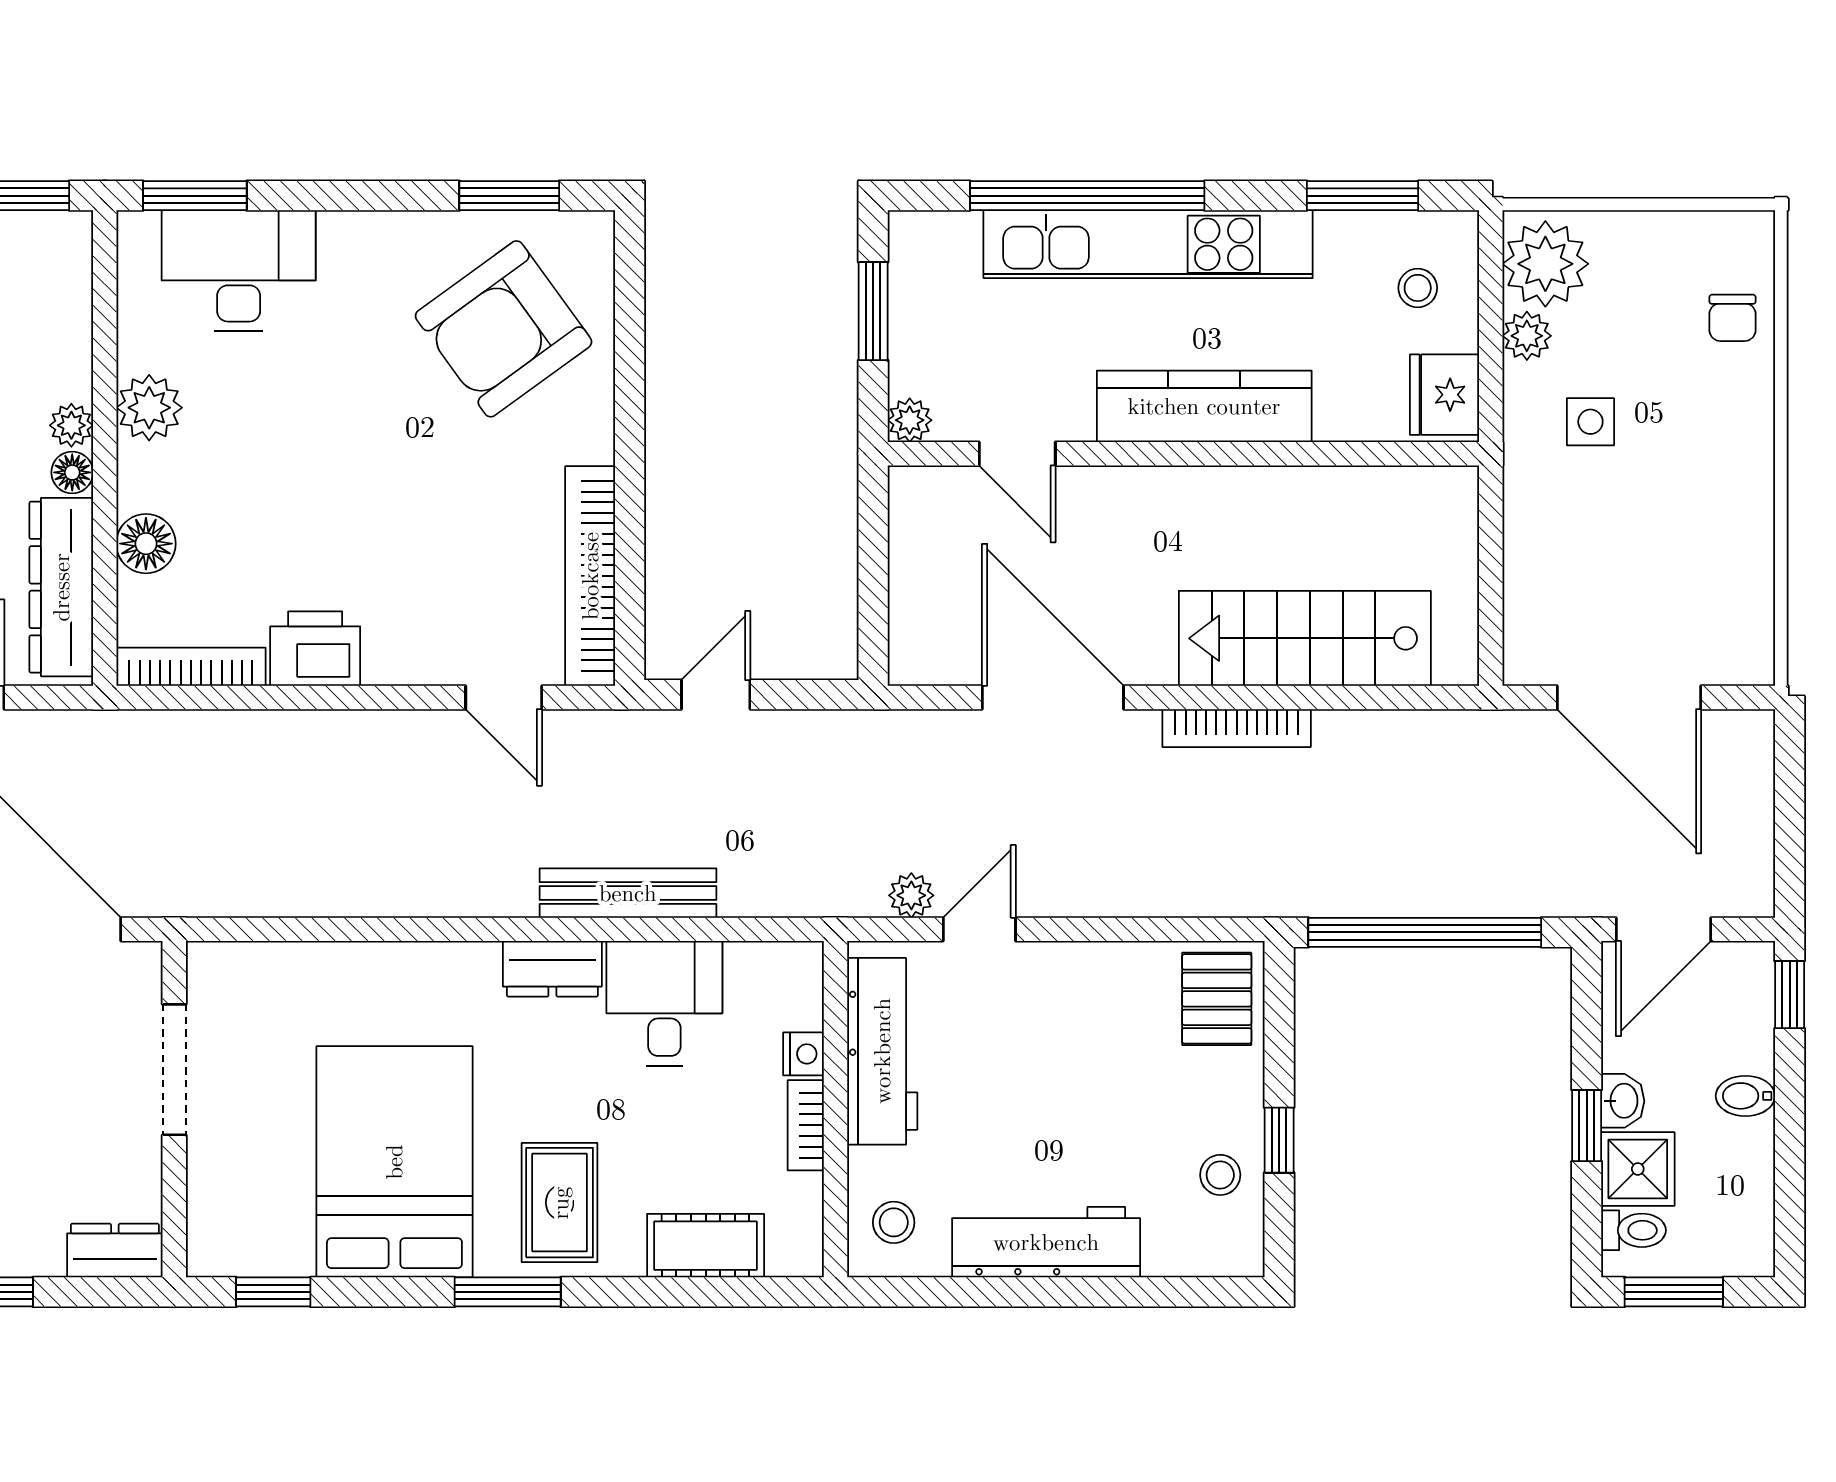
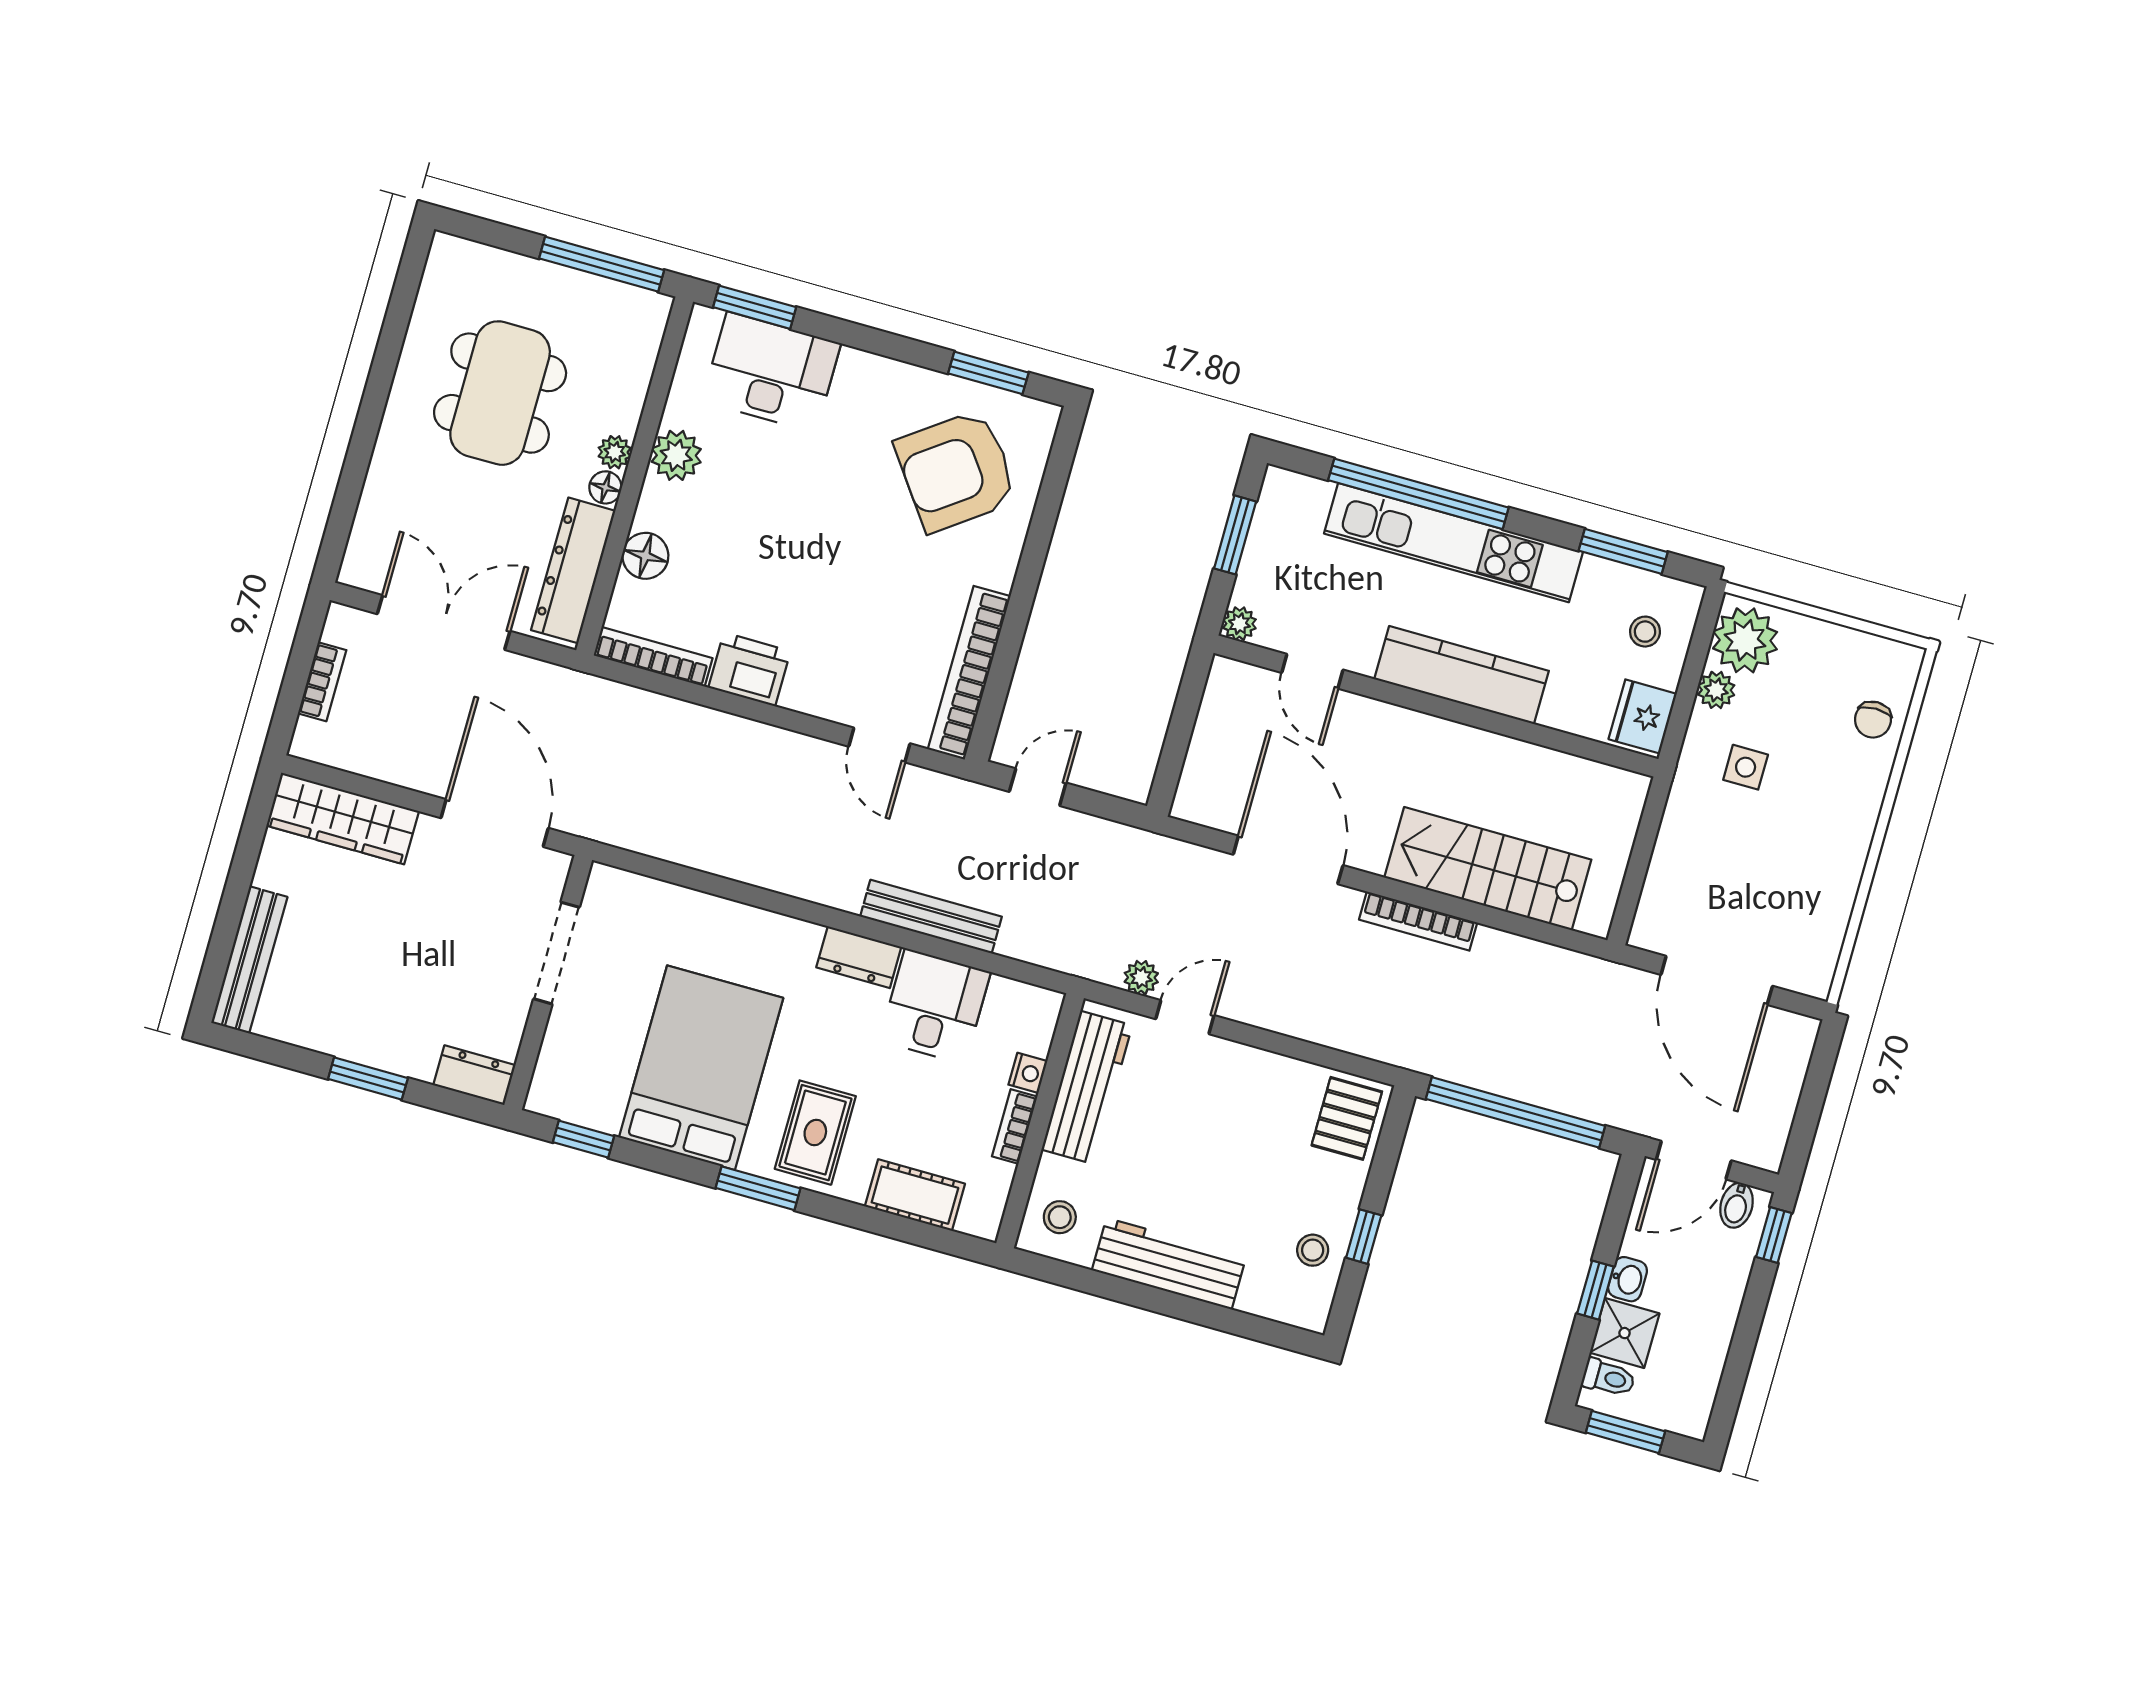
bidet: (1745, 1096) -> (1737, 1205), moved, turned -90

